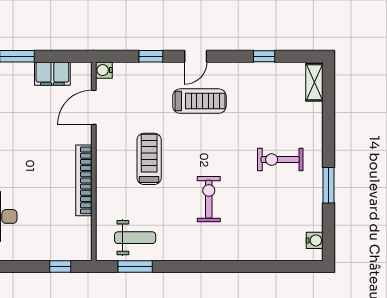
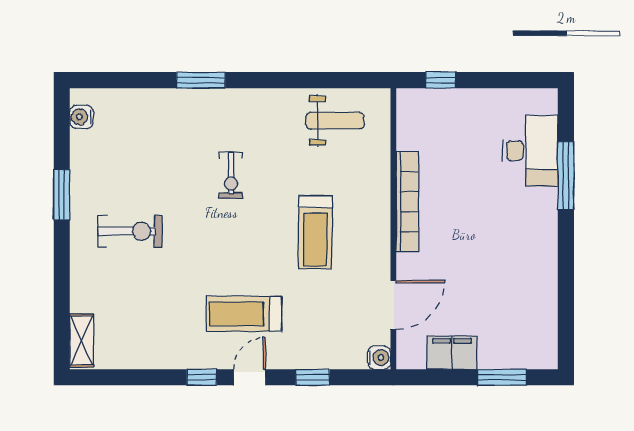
window: (264, 56) -> (202, 377), moved
exercise bike: (209, 199) -> (231, 175), width x0.73, depth x0.72
weight bench: (135, 238) -> (335, 121), turned 180
window: (135, 266) -> (201, 80), moved

